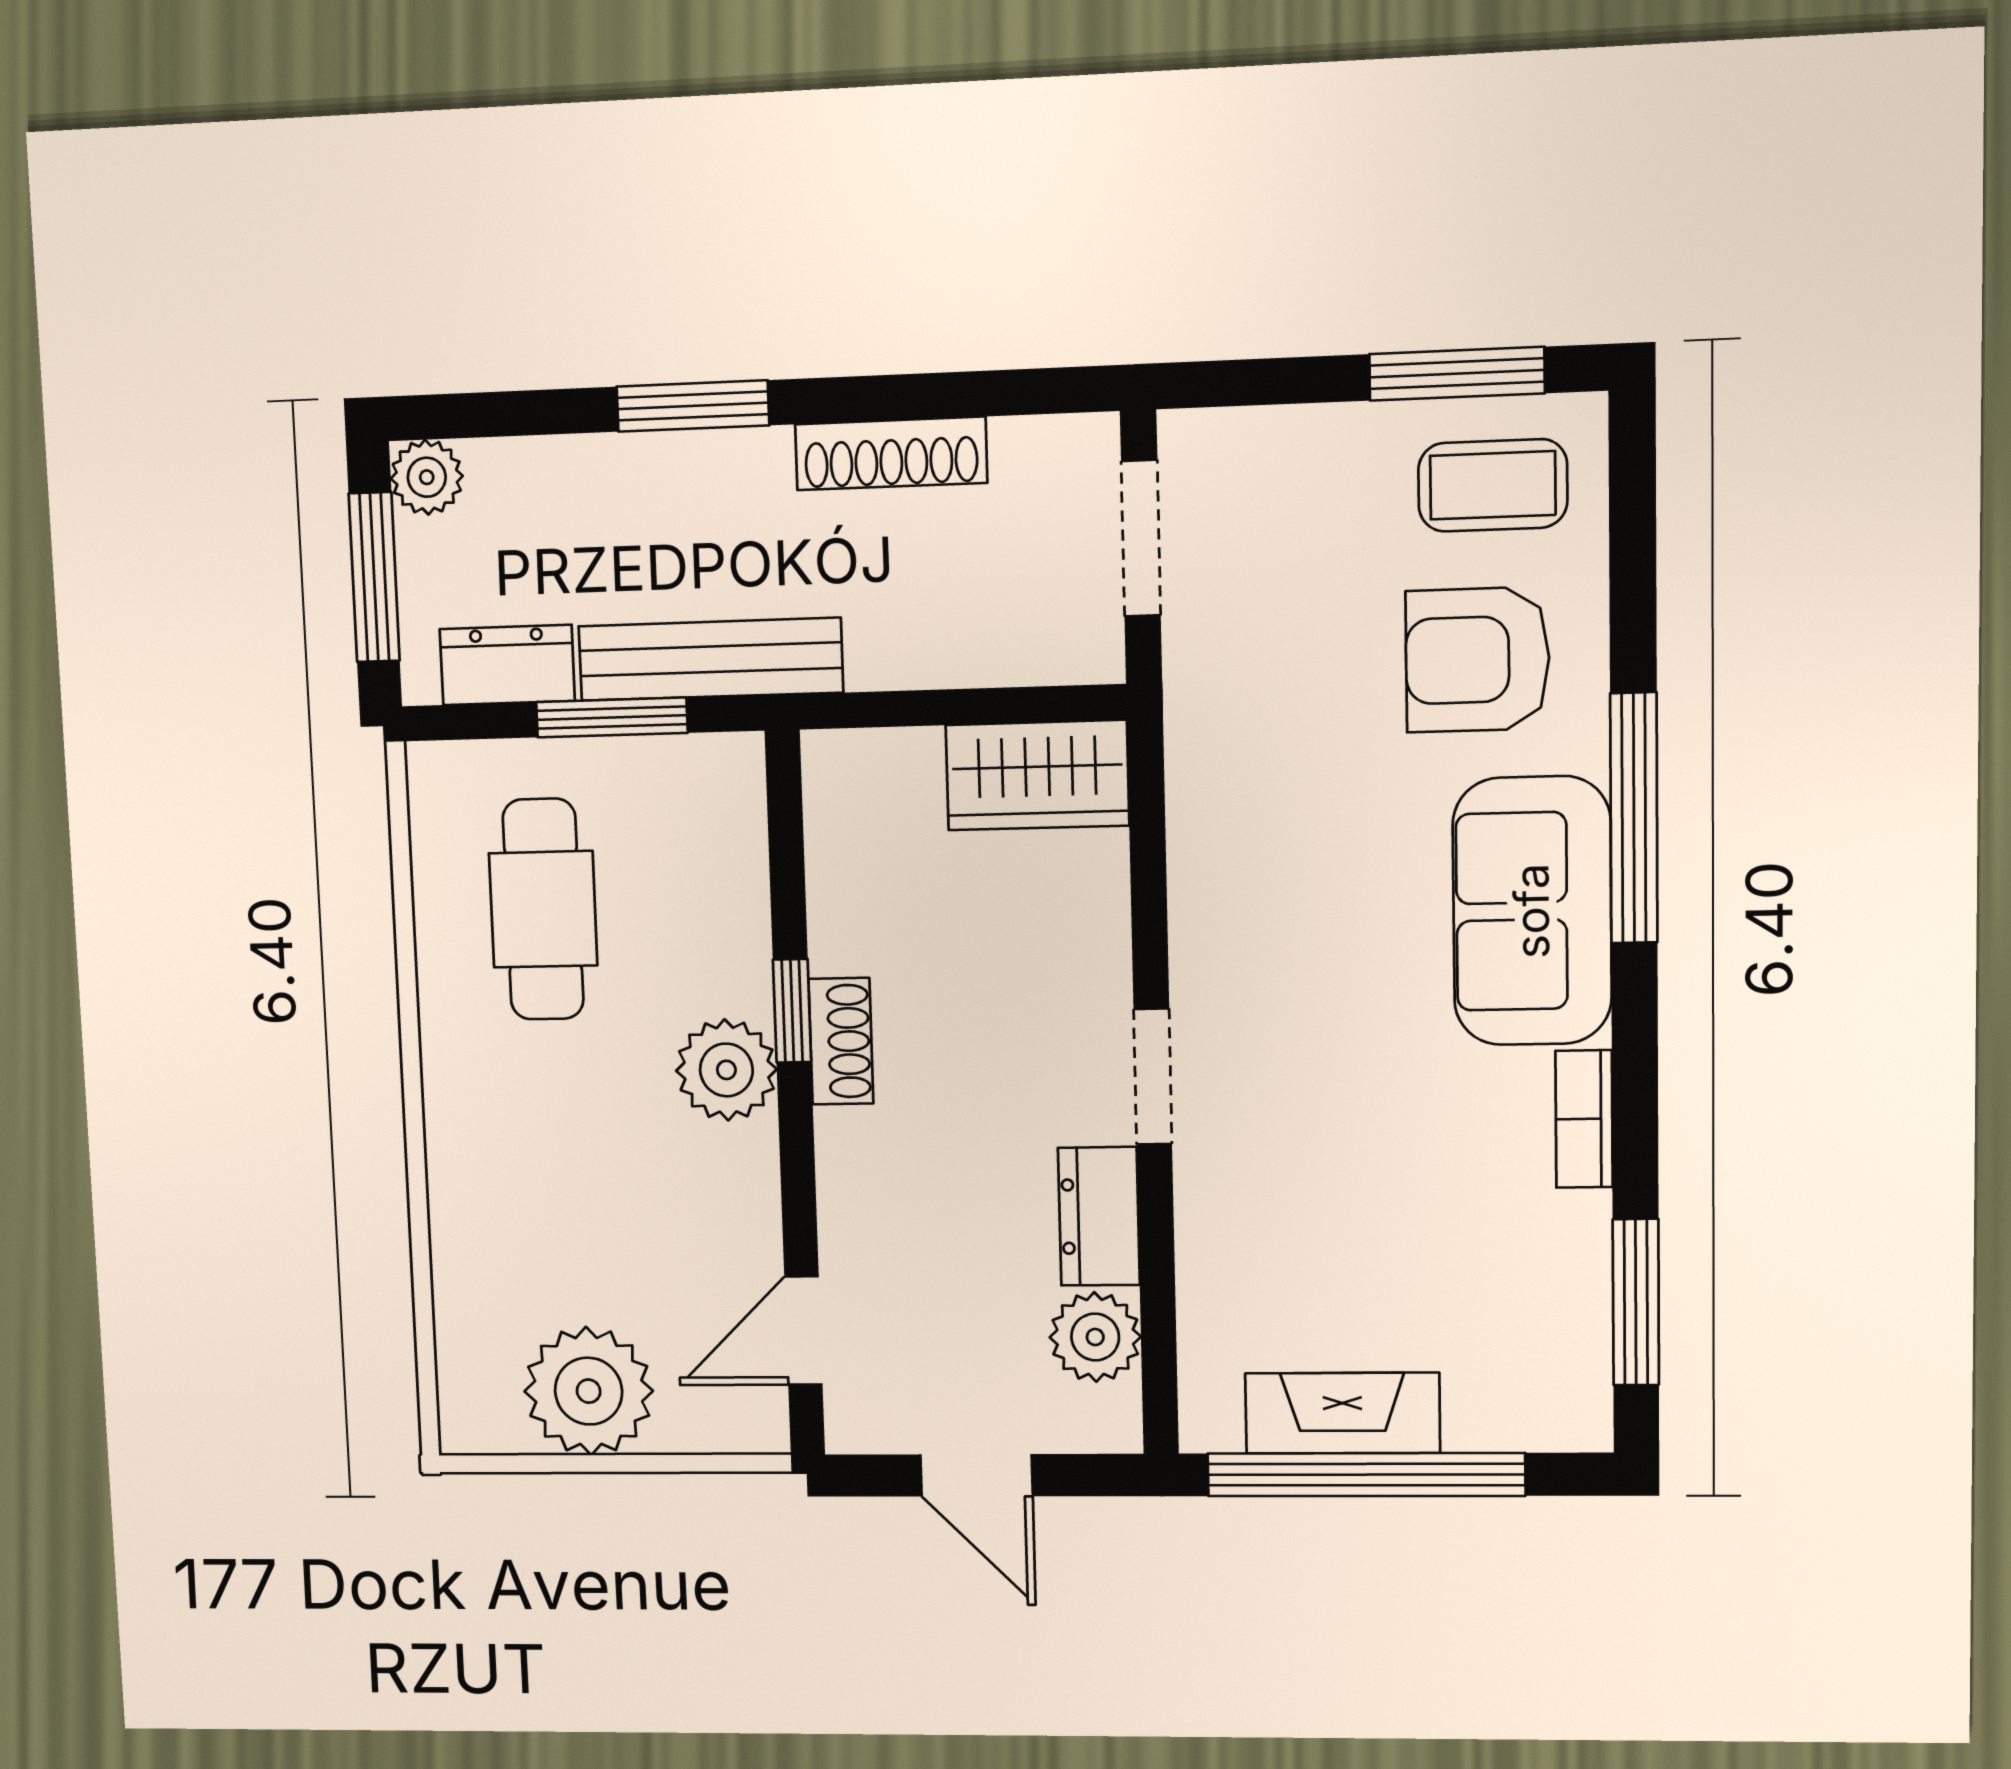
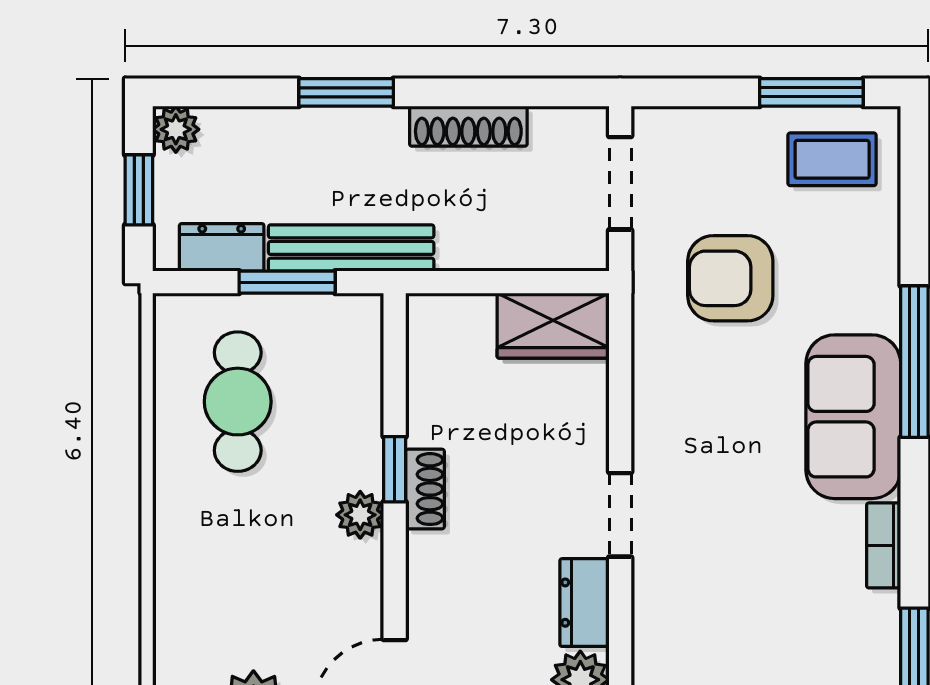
window: (374, 577) -> (139, 190), width x0.67
armchair: (1477, 660) -> (730, 278), moved
plant: (726, 1070) -> (360, 515), width x0.73, depth x0.73

